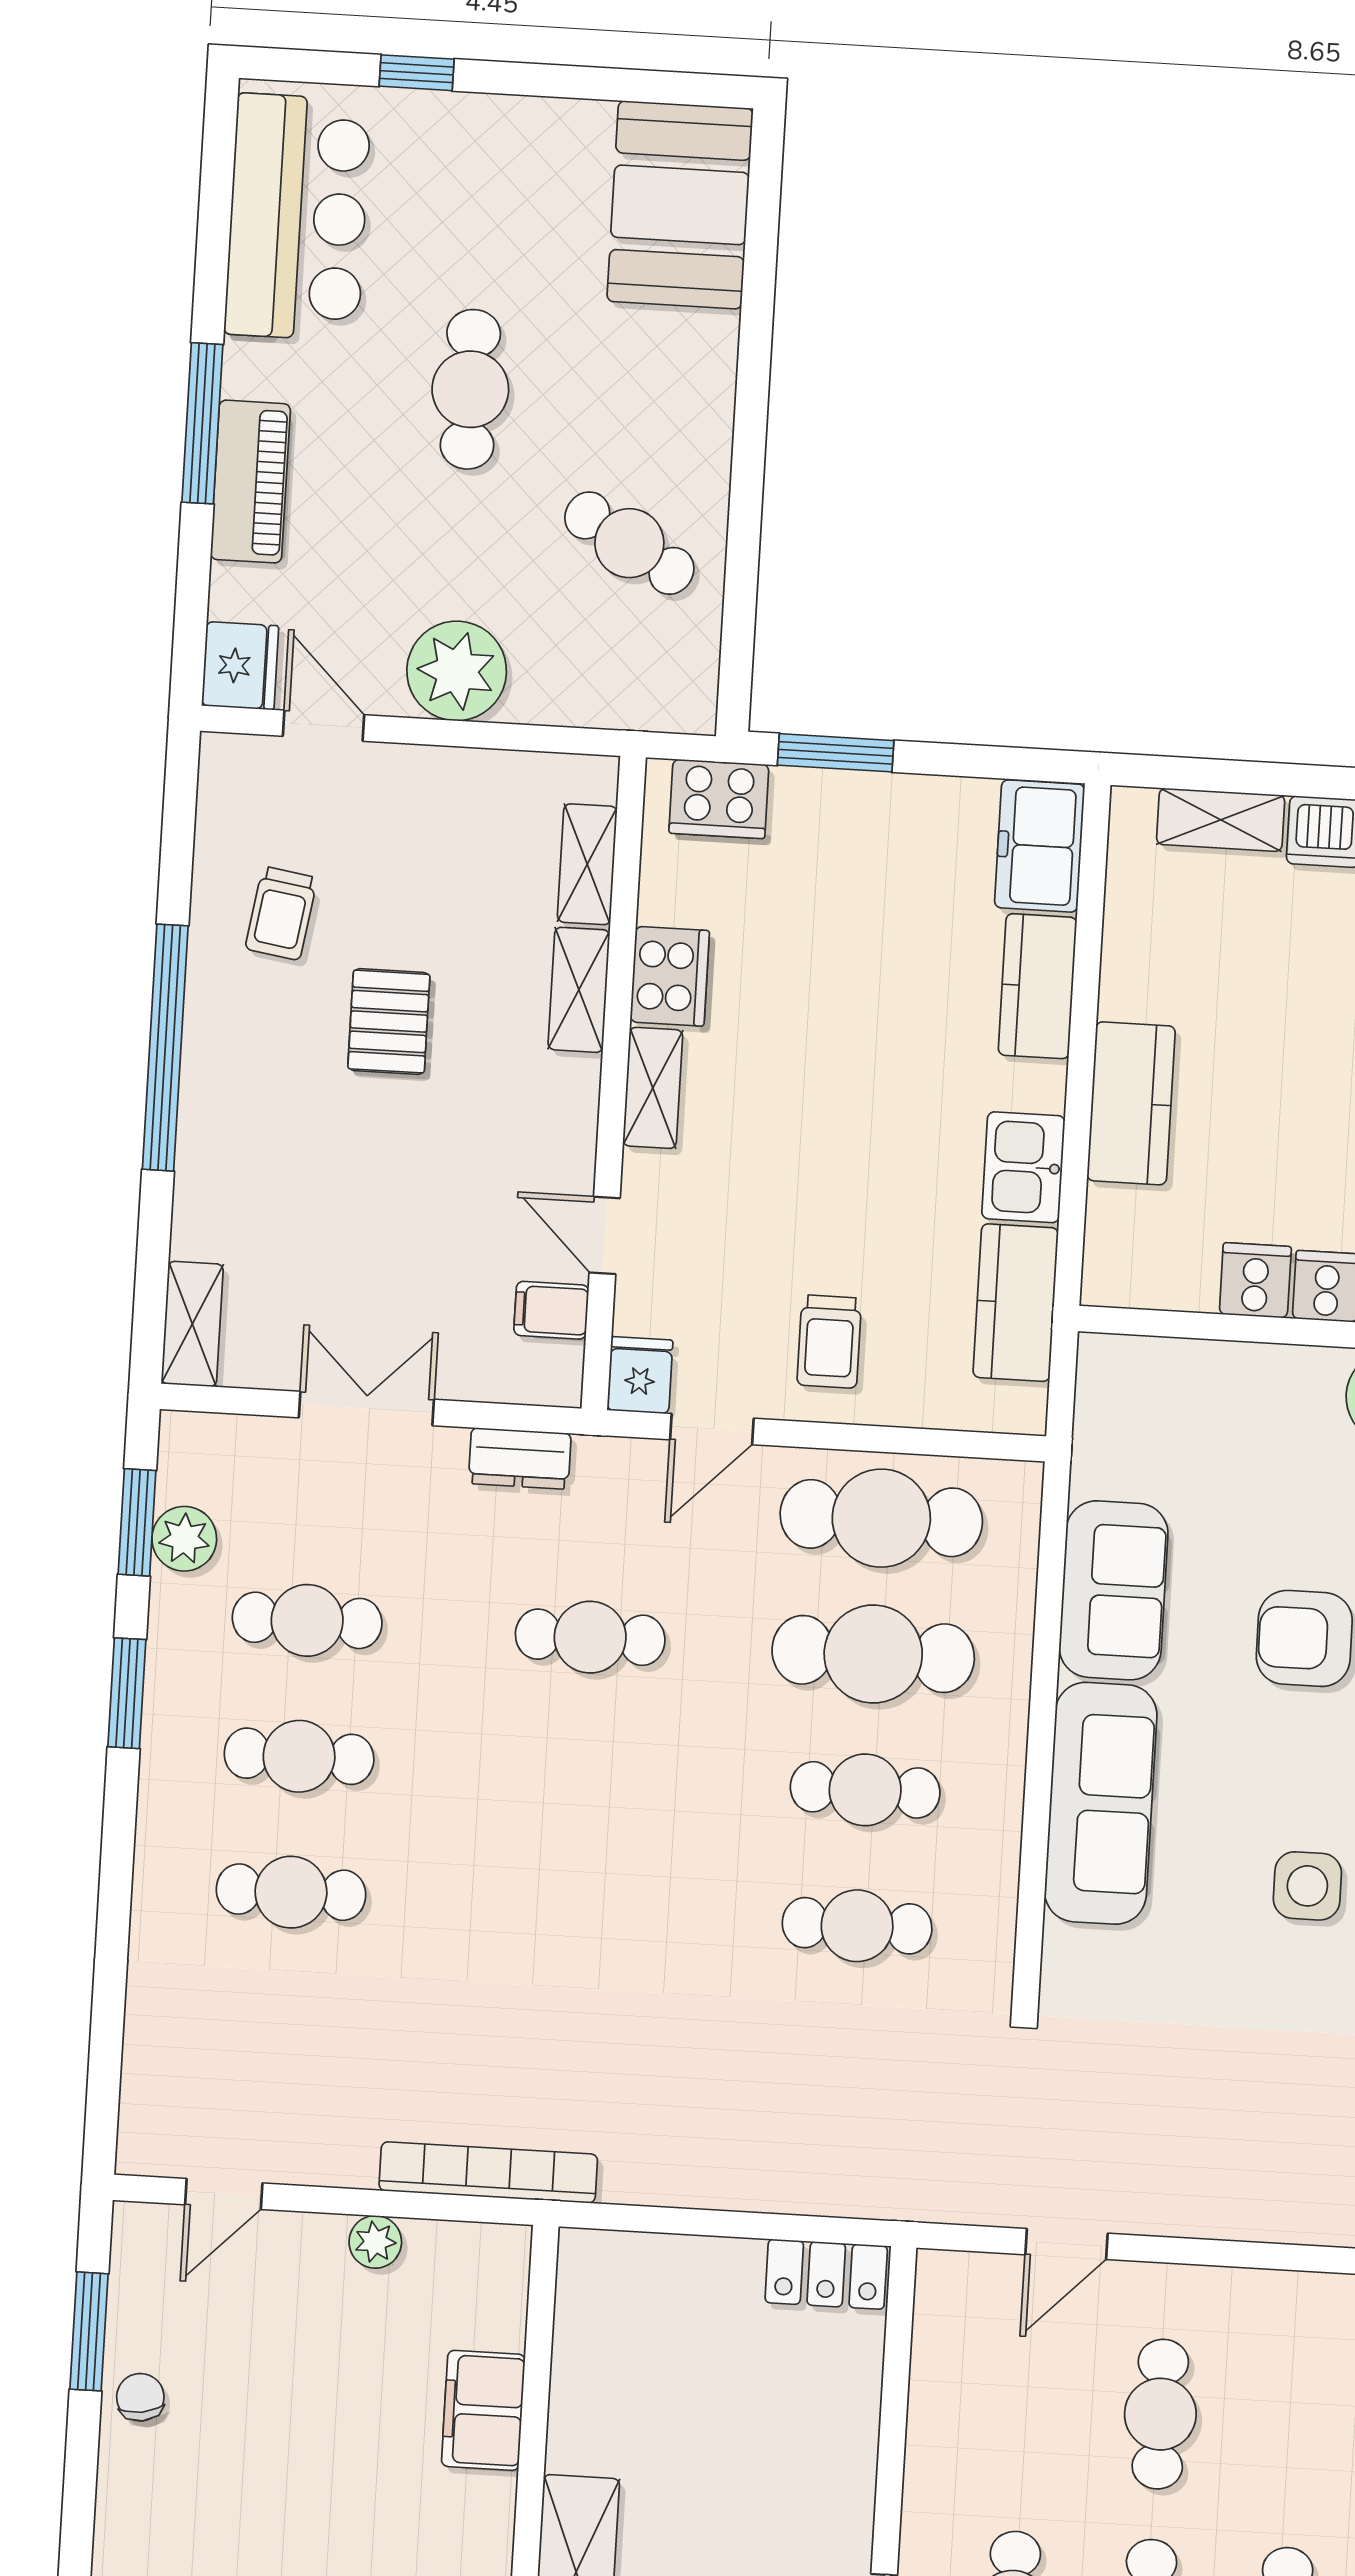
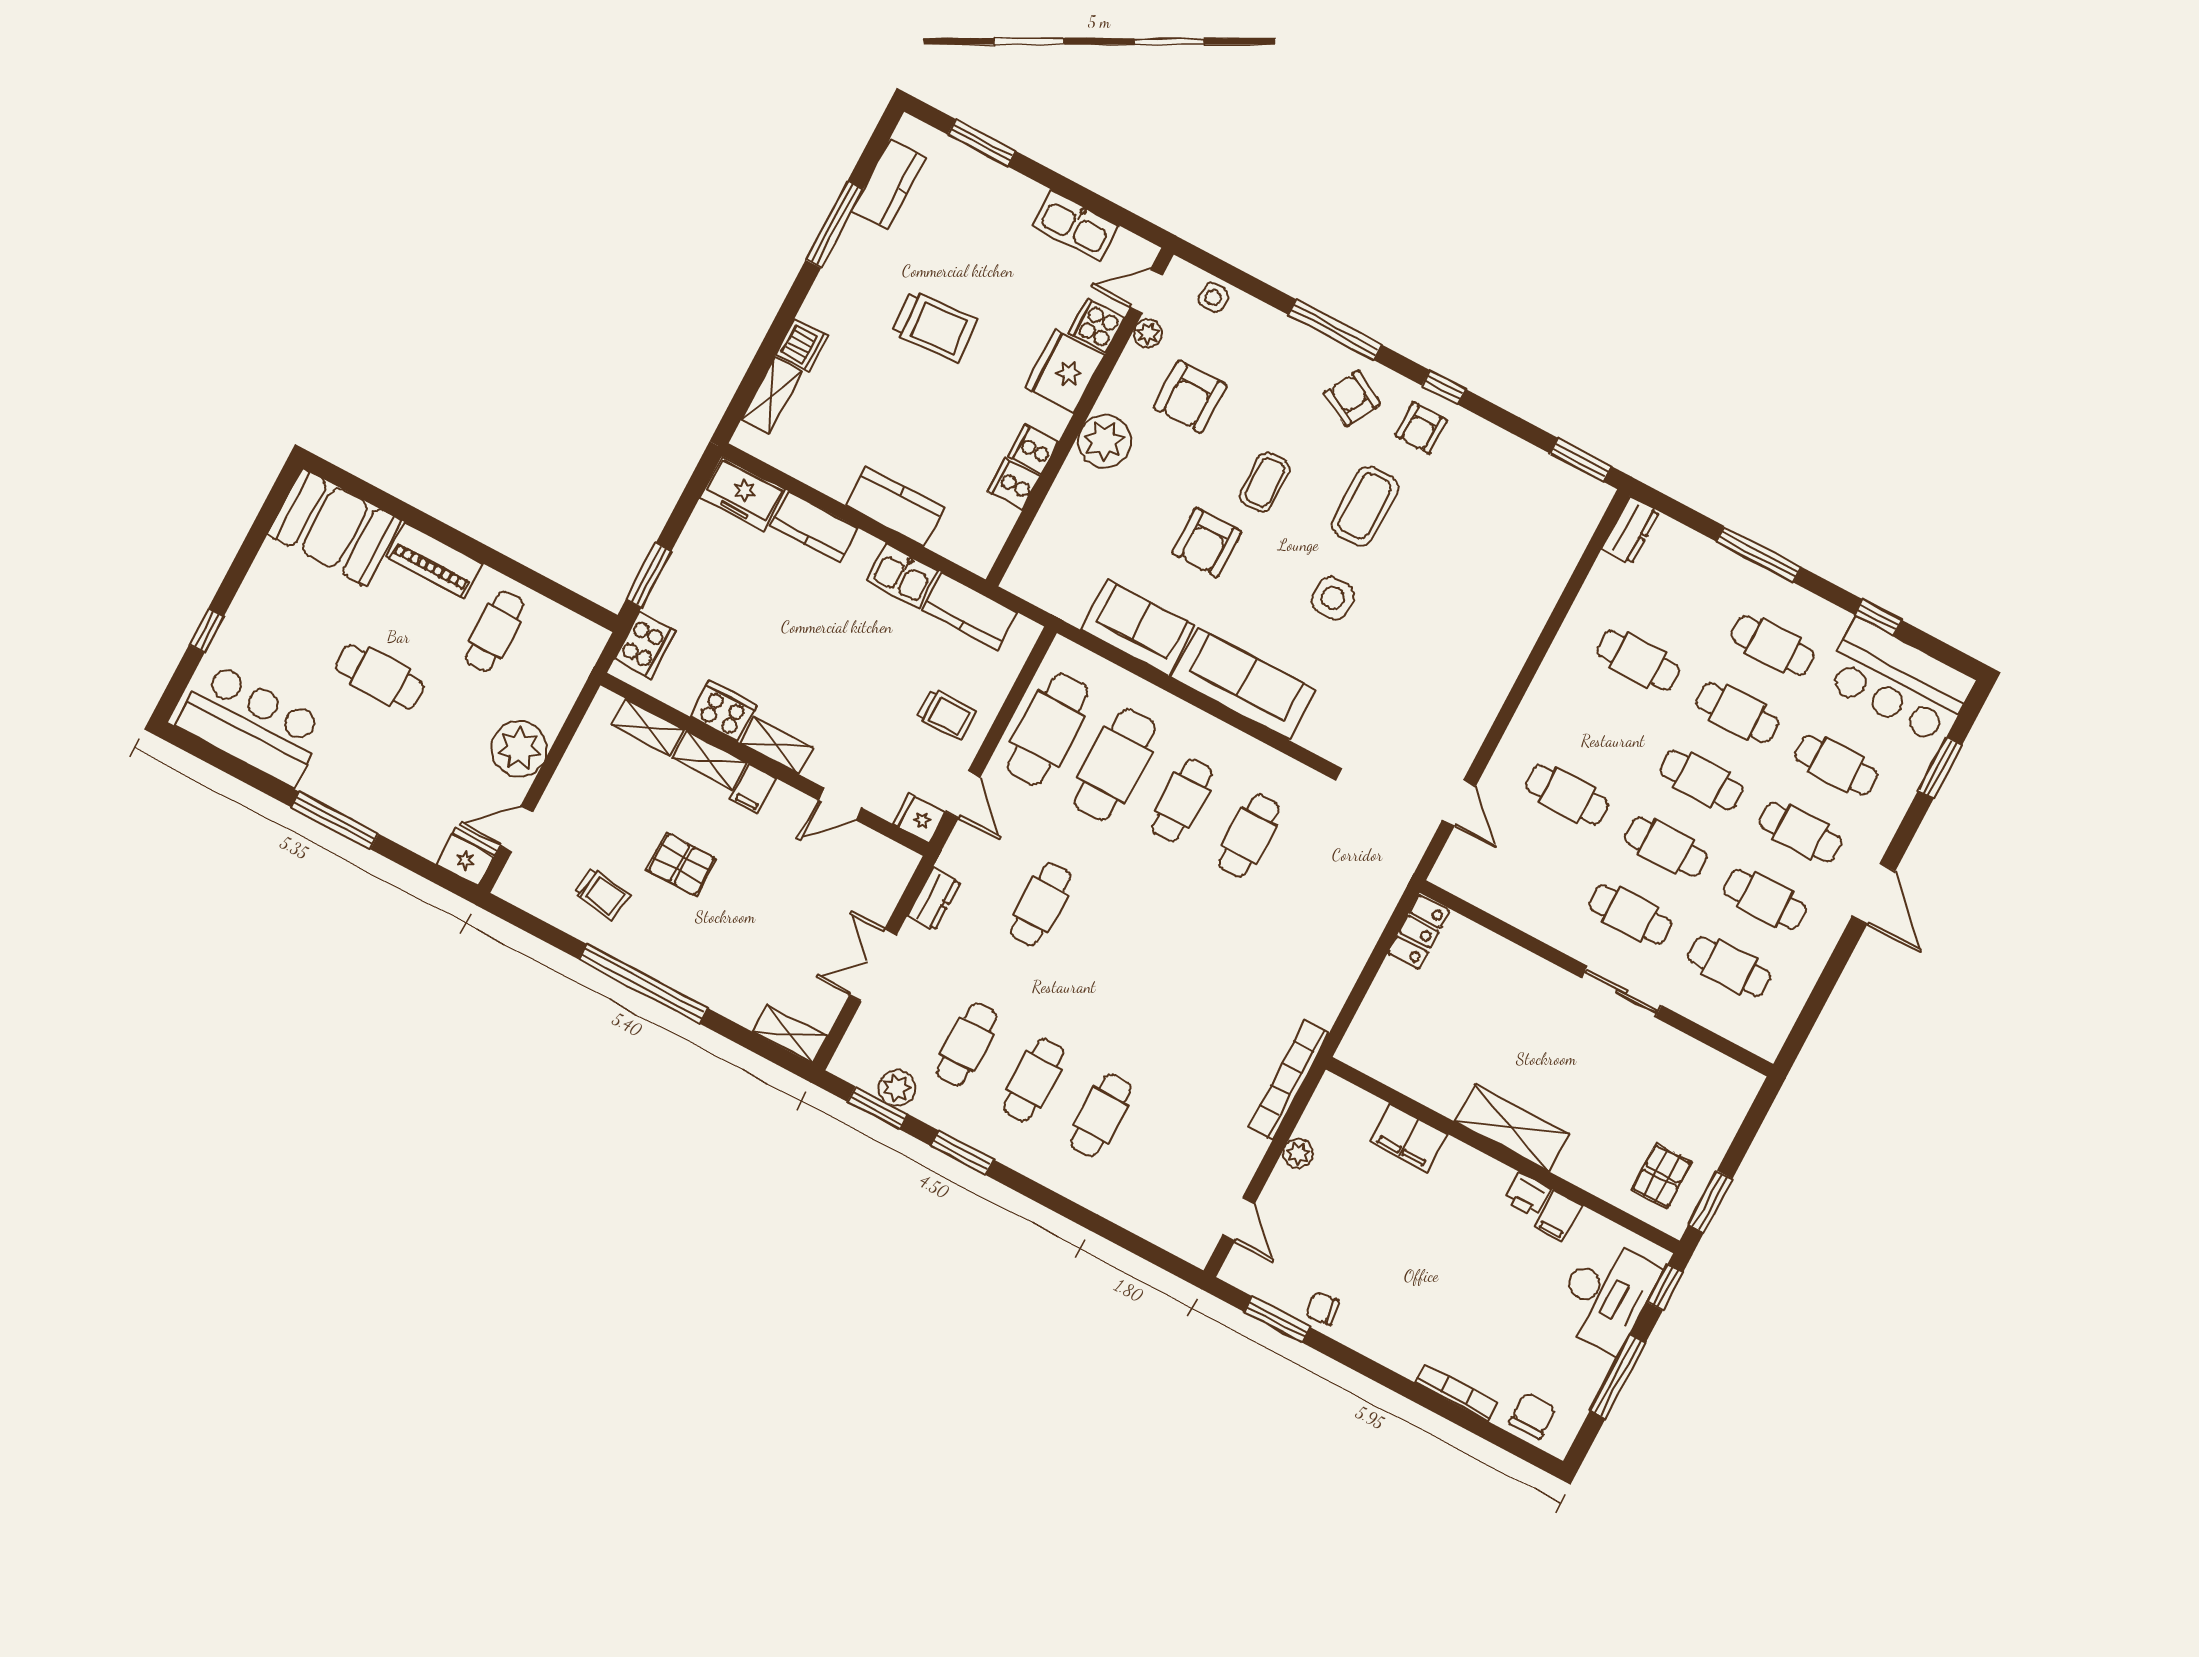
piano: (250, 482) -> (434, 560), moved, turned 180
cafe table: (629, 543) -> (494, 631), turned -30
filing cabinet: (551, 1310) -> (753, 789), moved

